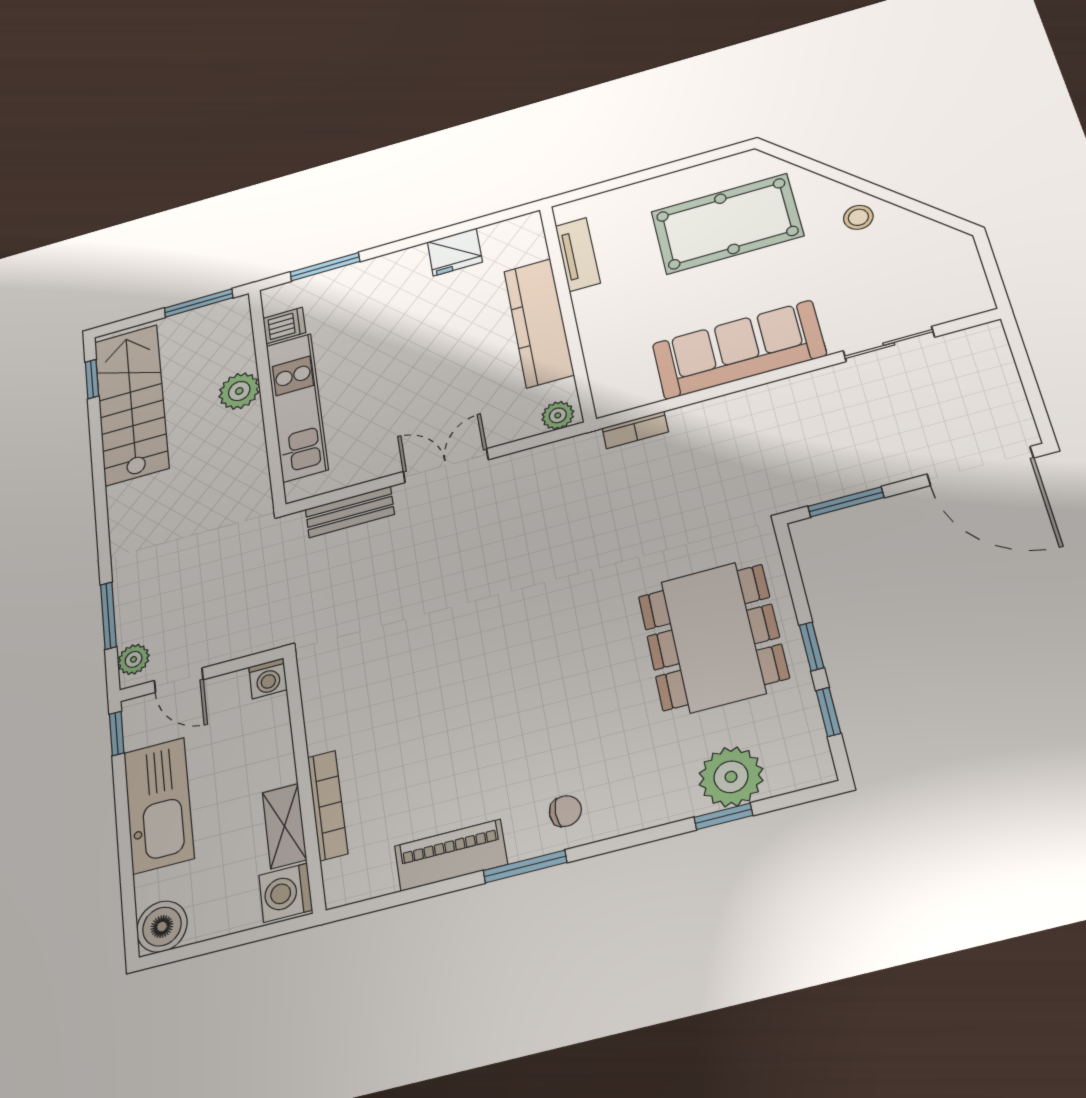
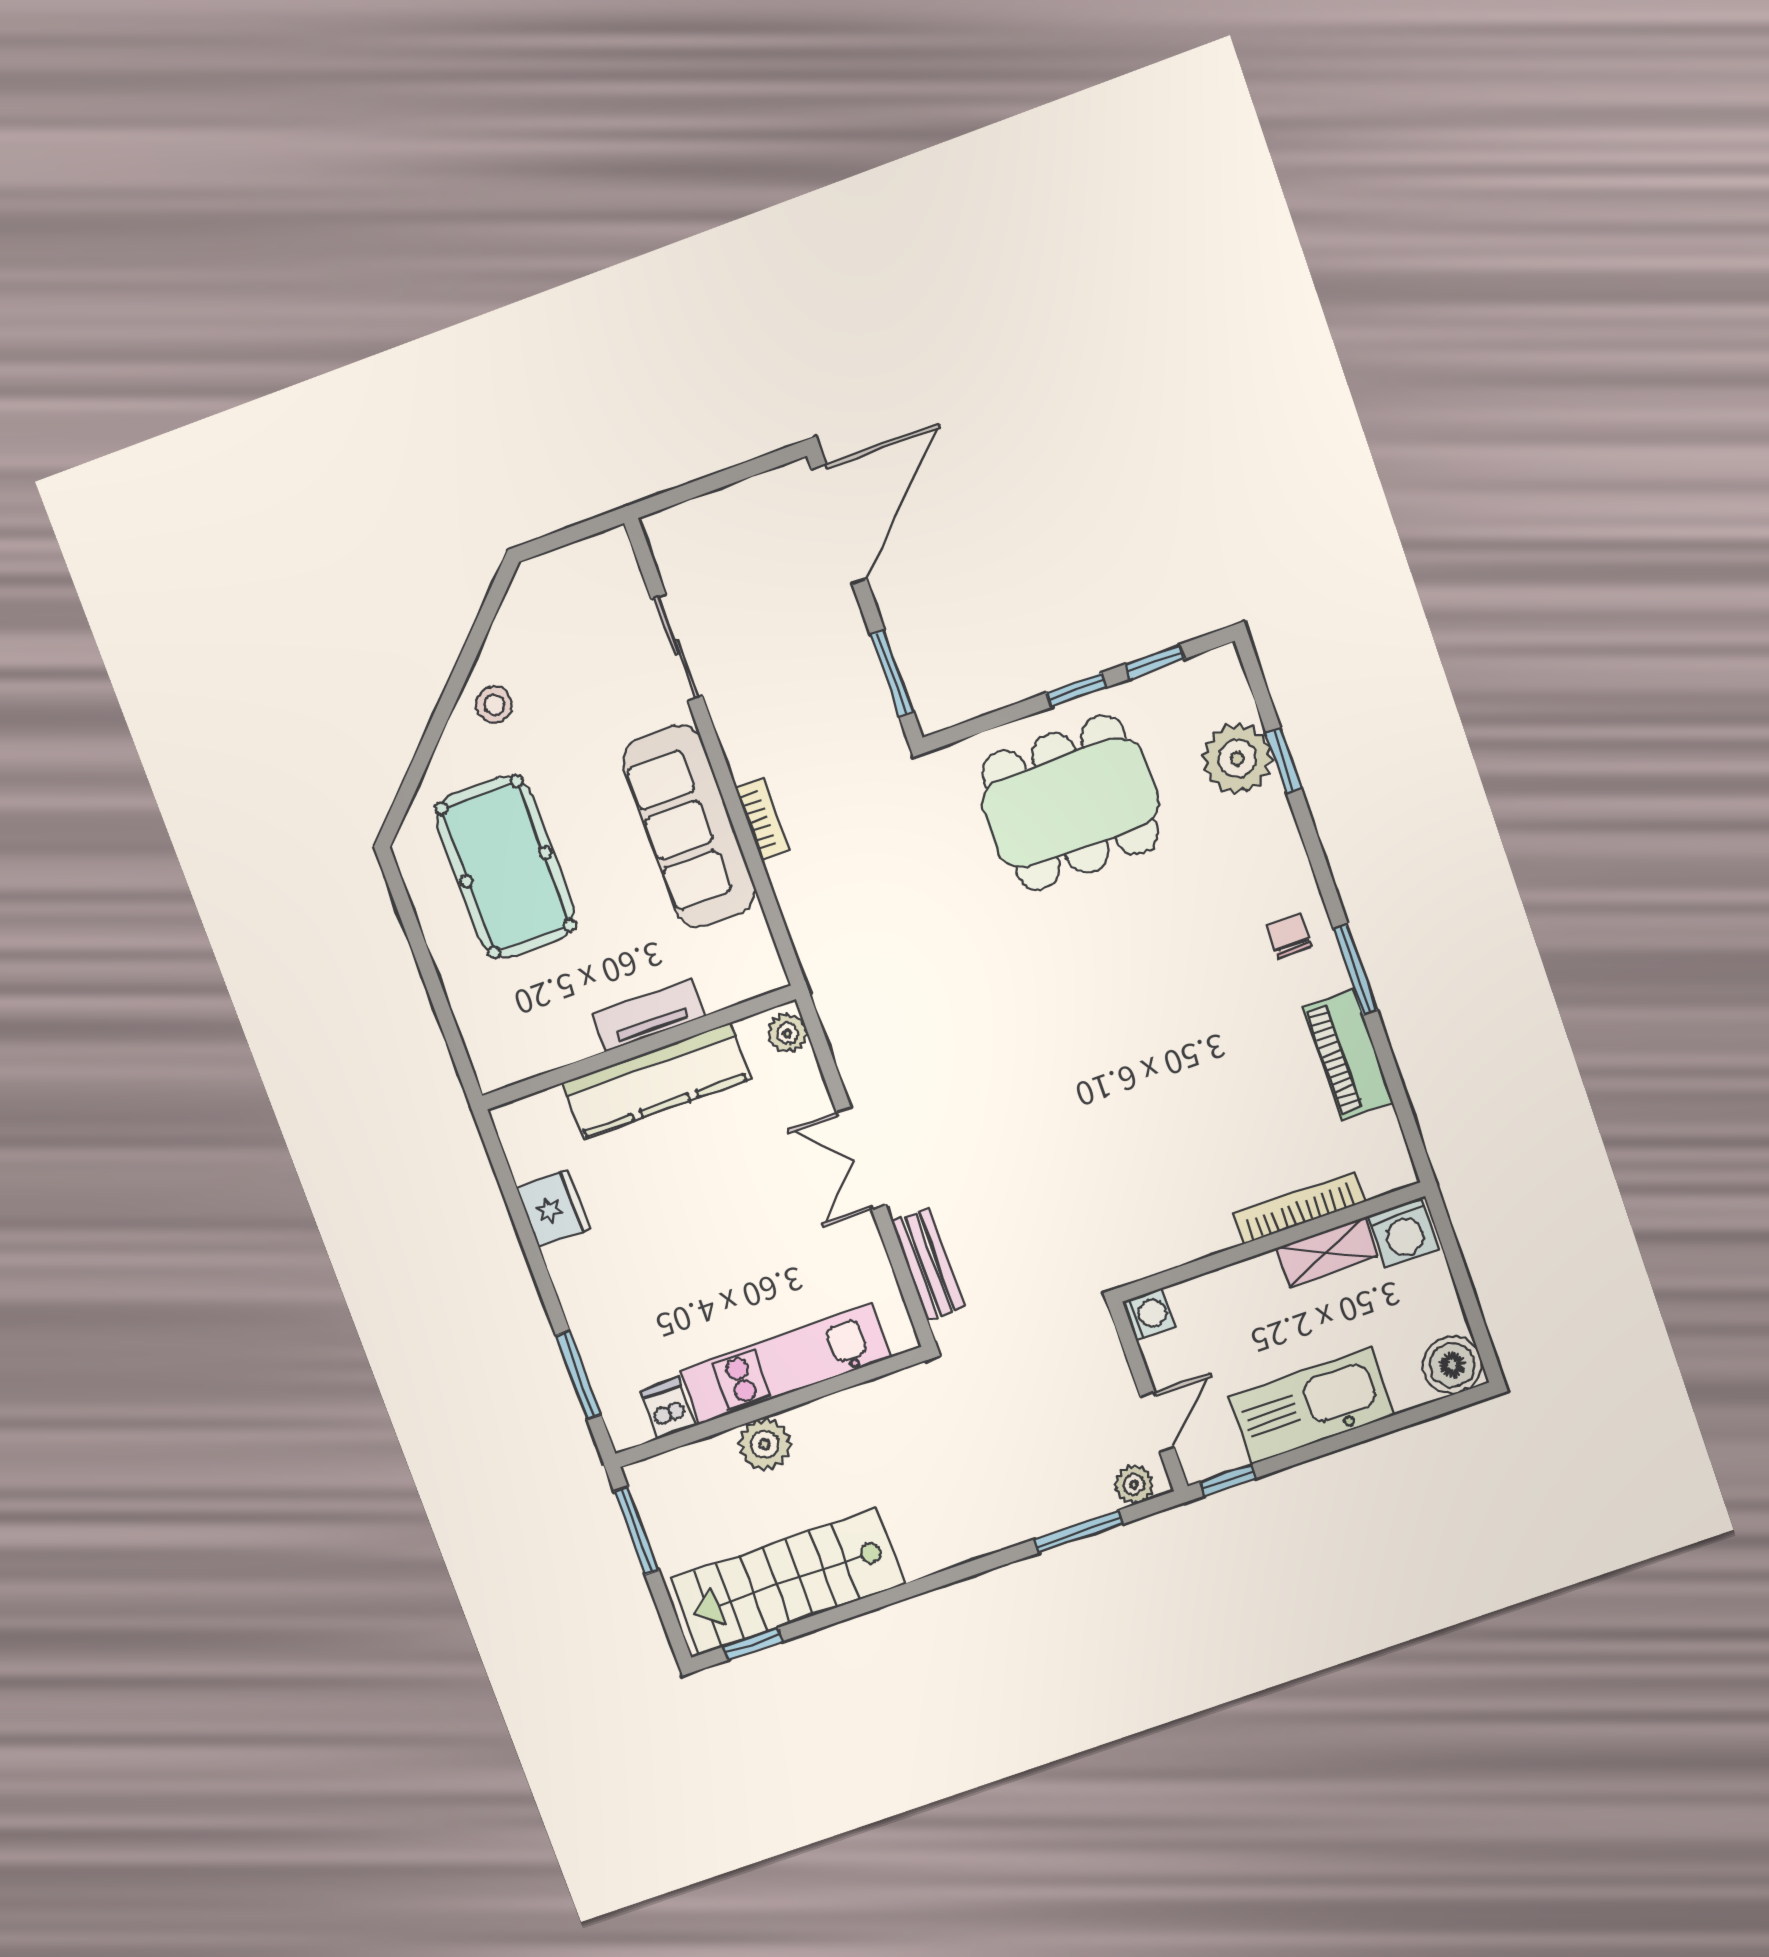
tv unit: (578, 254) -> (649, 1015), moved
bookcase: (635, 430) -> (762, 819), moved

